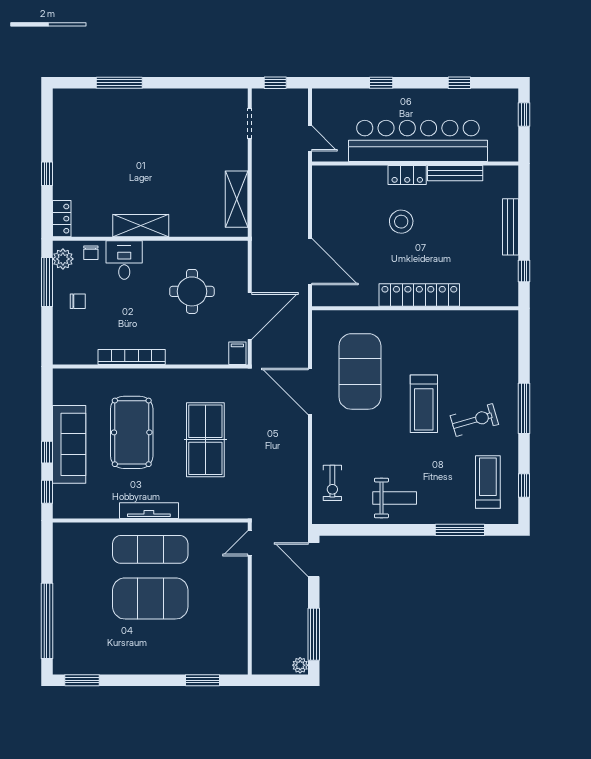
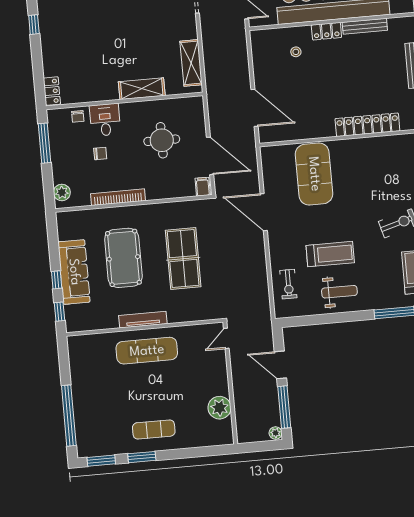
window: (47, 174) -> (34, 25), moved
stool: (401, 222) -> (296, 52), moved, width x0.53, depth x0.53
shelving: (141, 226) -> (142, 89), moved
plant: (63, 259) -> (62, 192), moved
locker: (419, 295) -> (367, 125), moved
chair: (78, 301) -> (100, 154), moved
door: (250, 316) -> (210, 156), hinge flipped
exercise mat: (360, 371) -> (314, 174), moved
treadmill: (424, 404) -> (330, 254), moved, turned -90
door: (314, 560) -> (280, 365), moved
exercise mat: (150, 598) -> (154, 429), moved, width x0.50, depth x0.69
plant: (234, 628) -> (220, 408), added
window: (202, 680) -> (142, 457), moved

